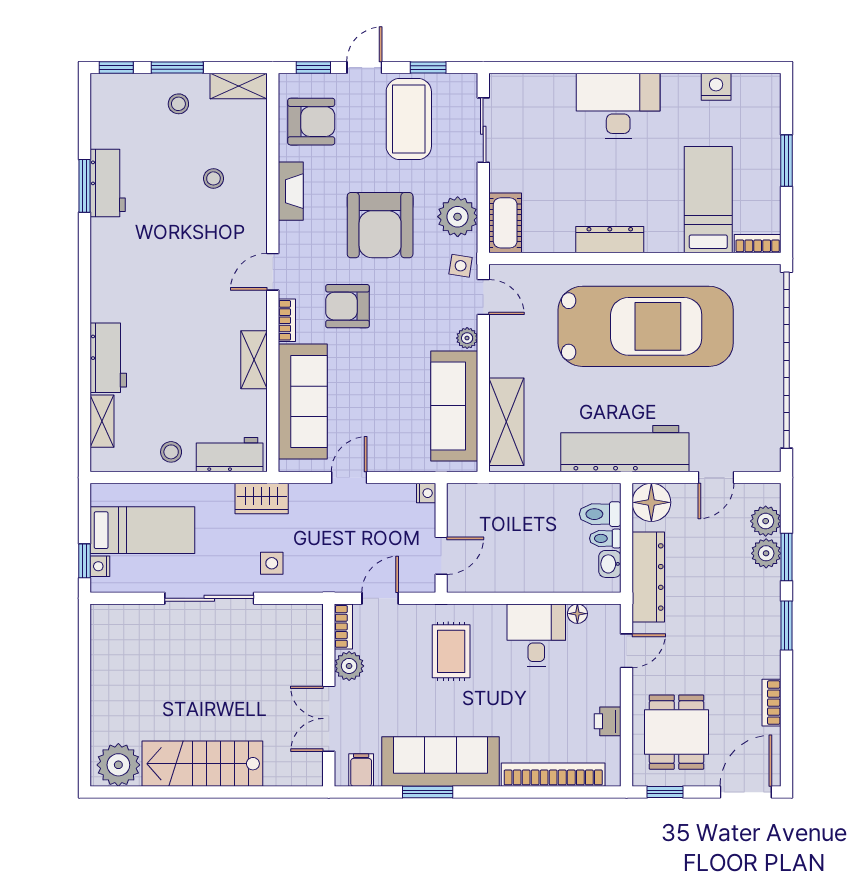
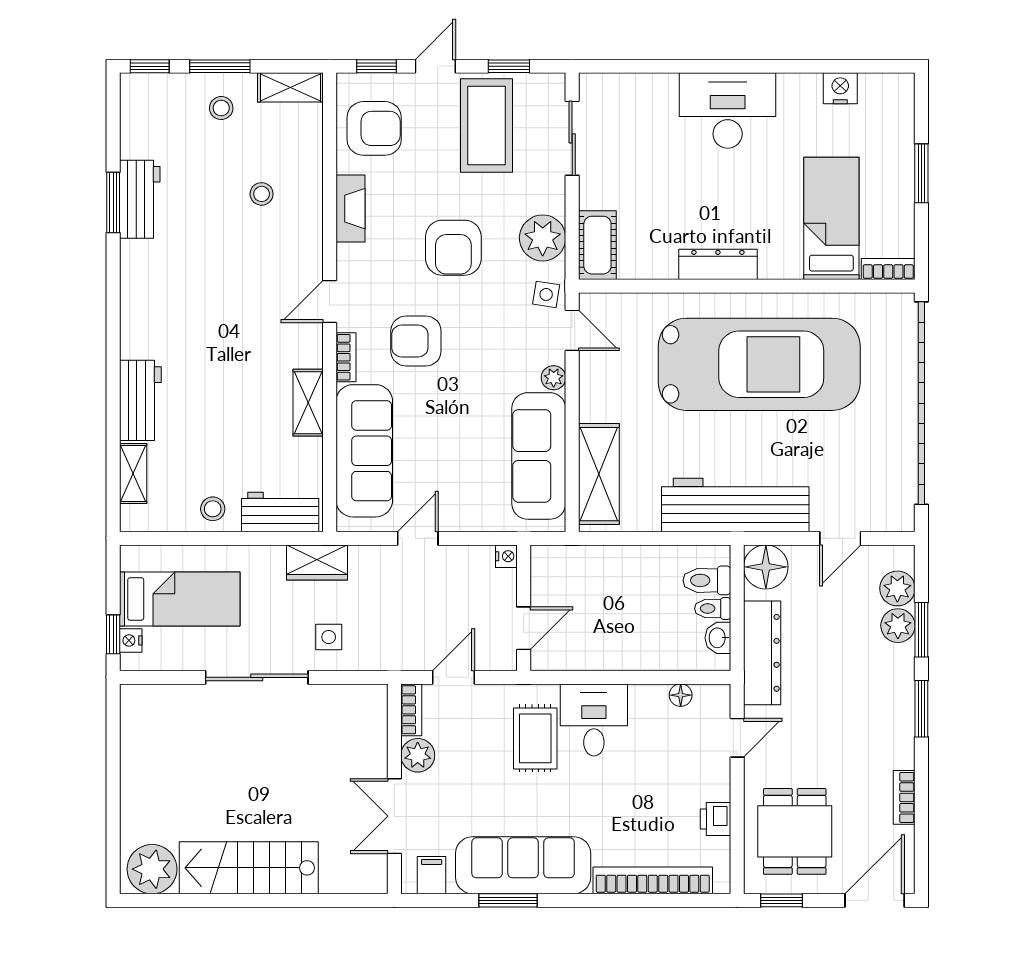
armchair: (380, 225) -> (453, 248), width x0.73, depth x0.73
desk: (536, 635) -> (594, 720), moved

